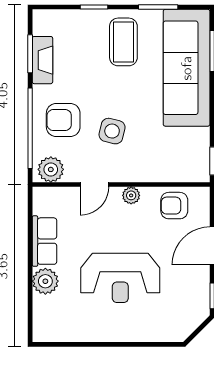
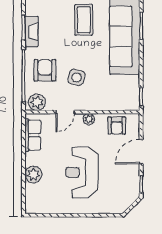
armchair: (63, 120) -> (45, 70), turned 90
armchair: (174, 206) -> (117, 126), turned -90
row of seats: (44, 241) -> (33, 135), moved
reception desk: (120, 278) -> (82, 172), turned 90

